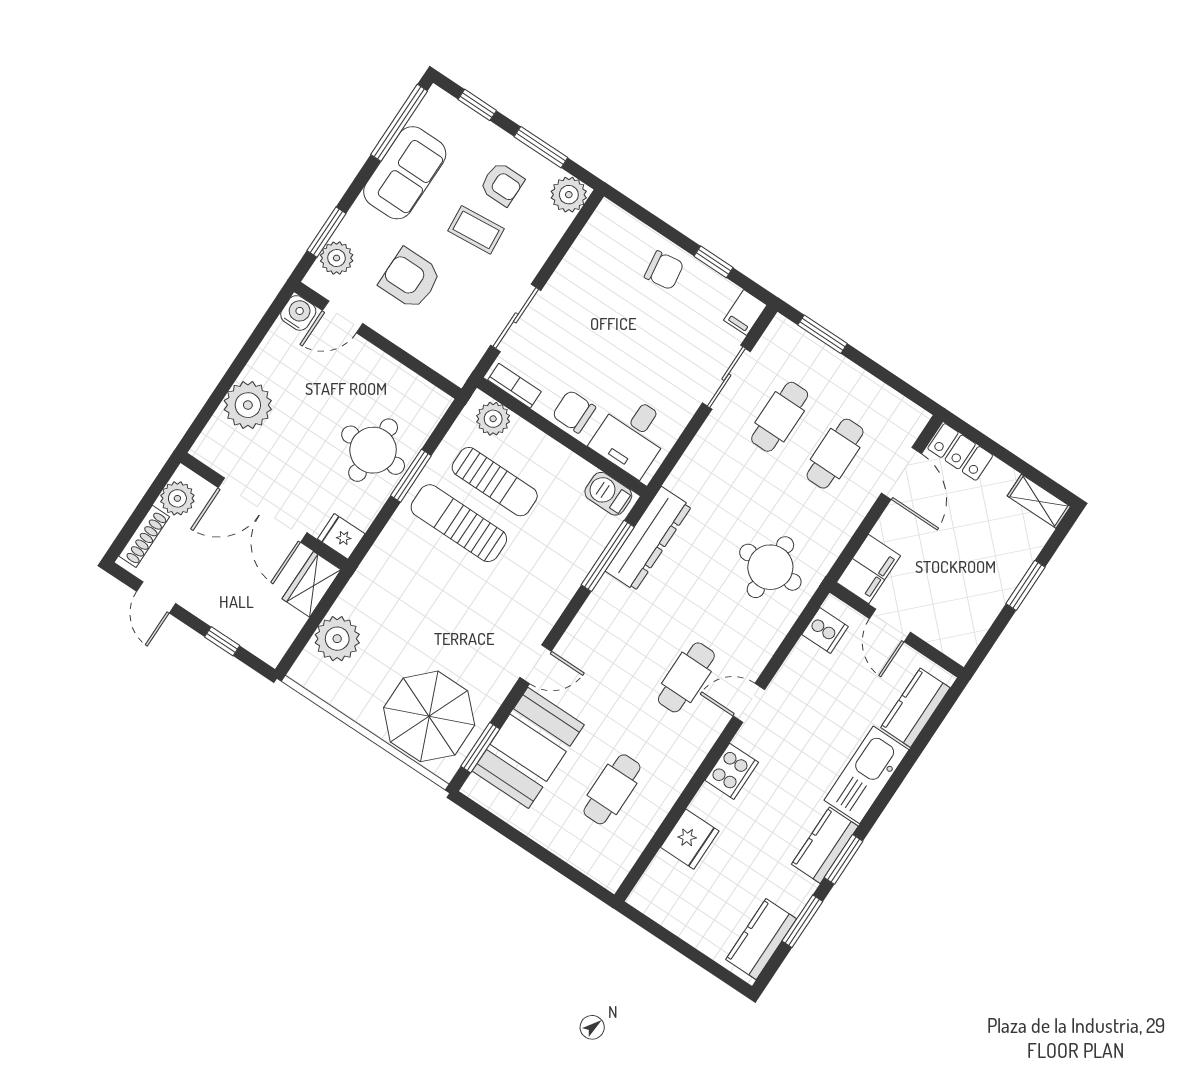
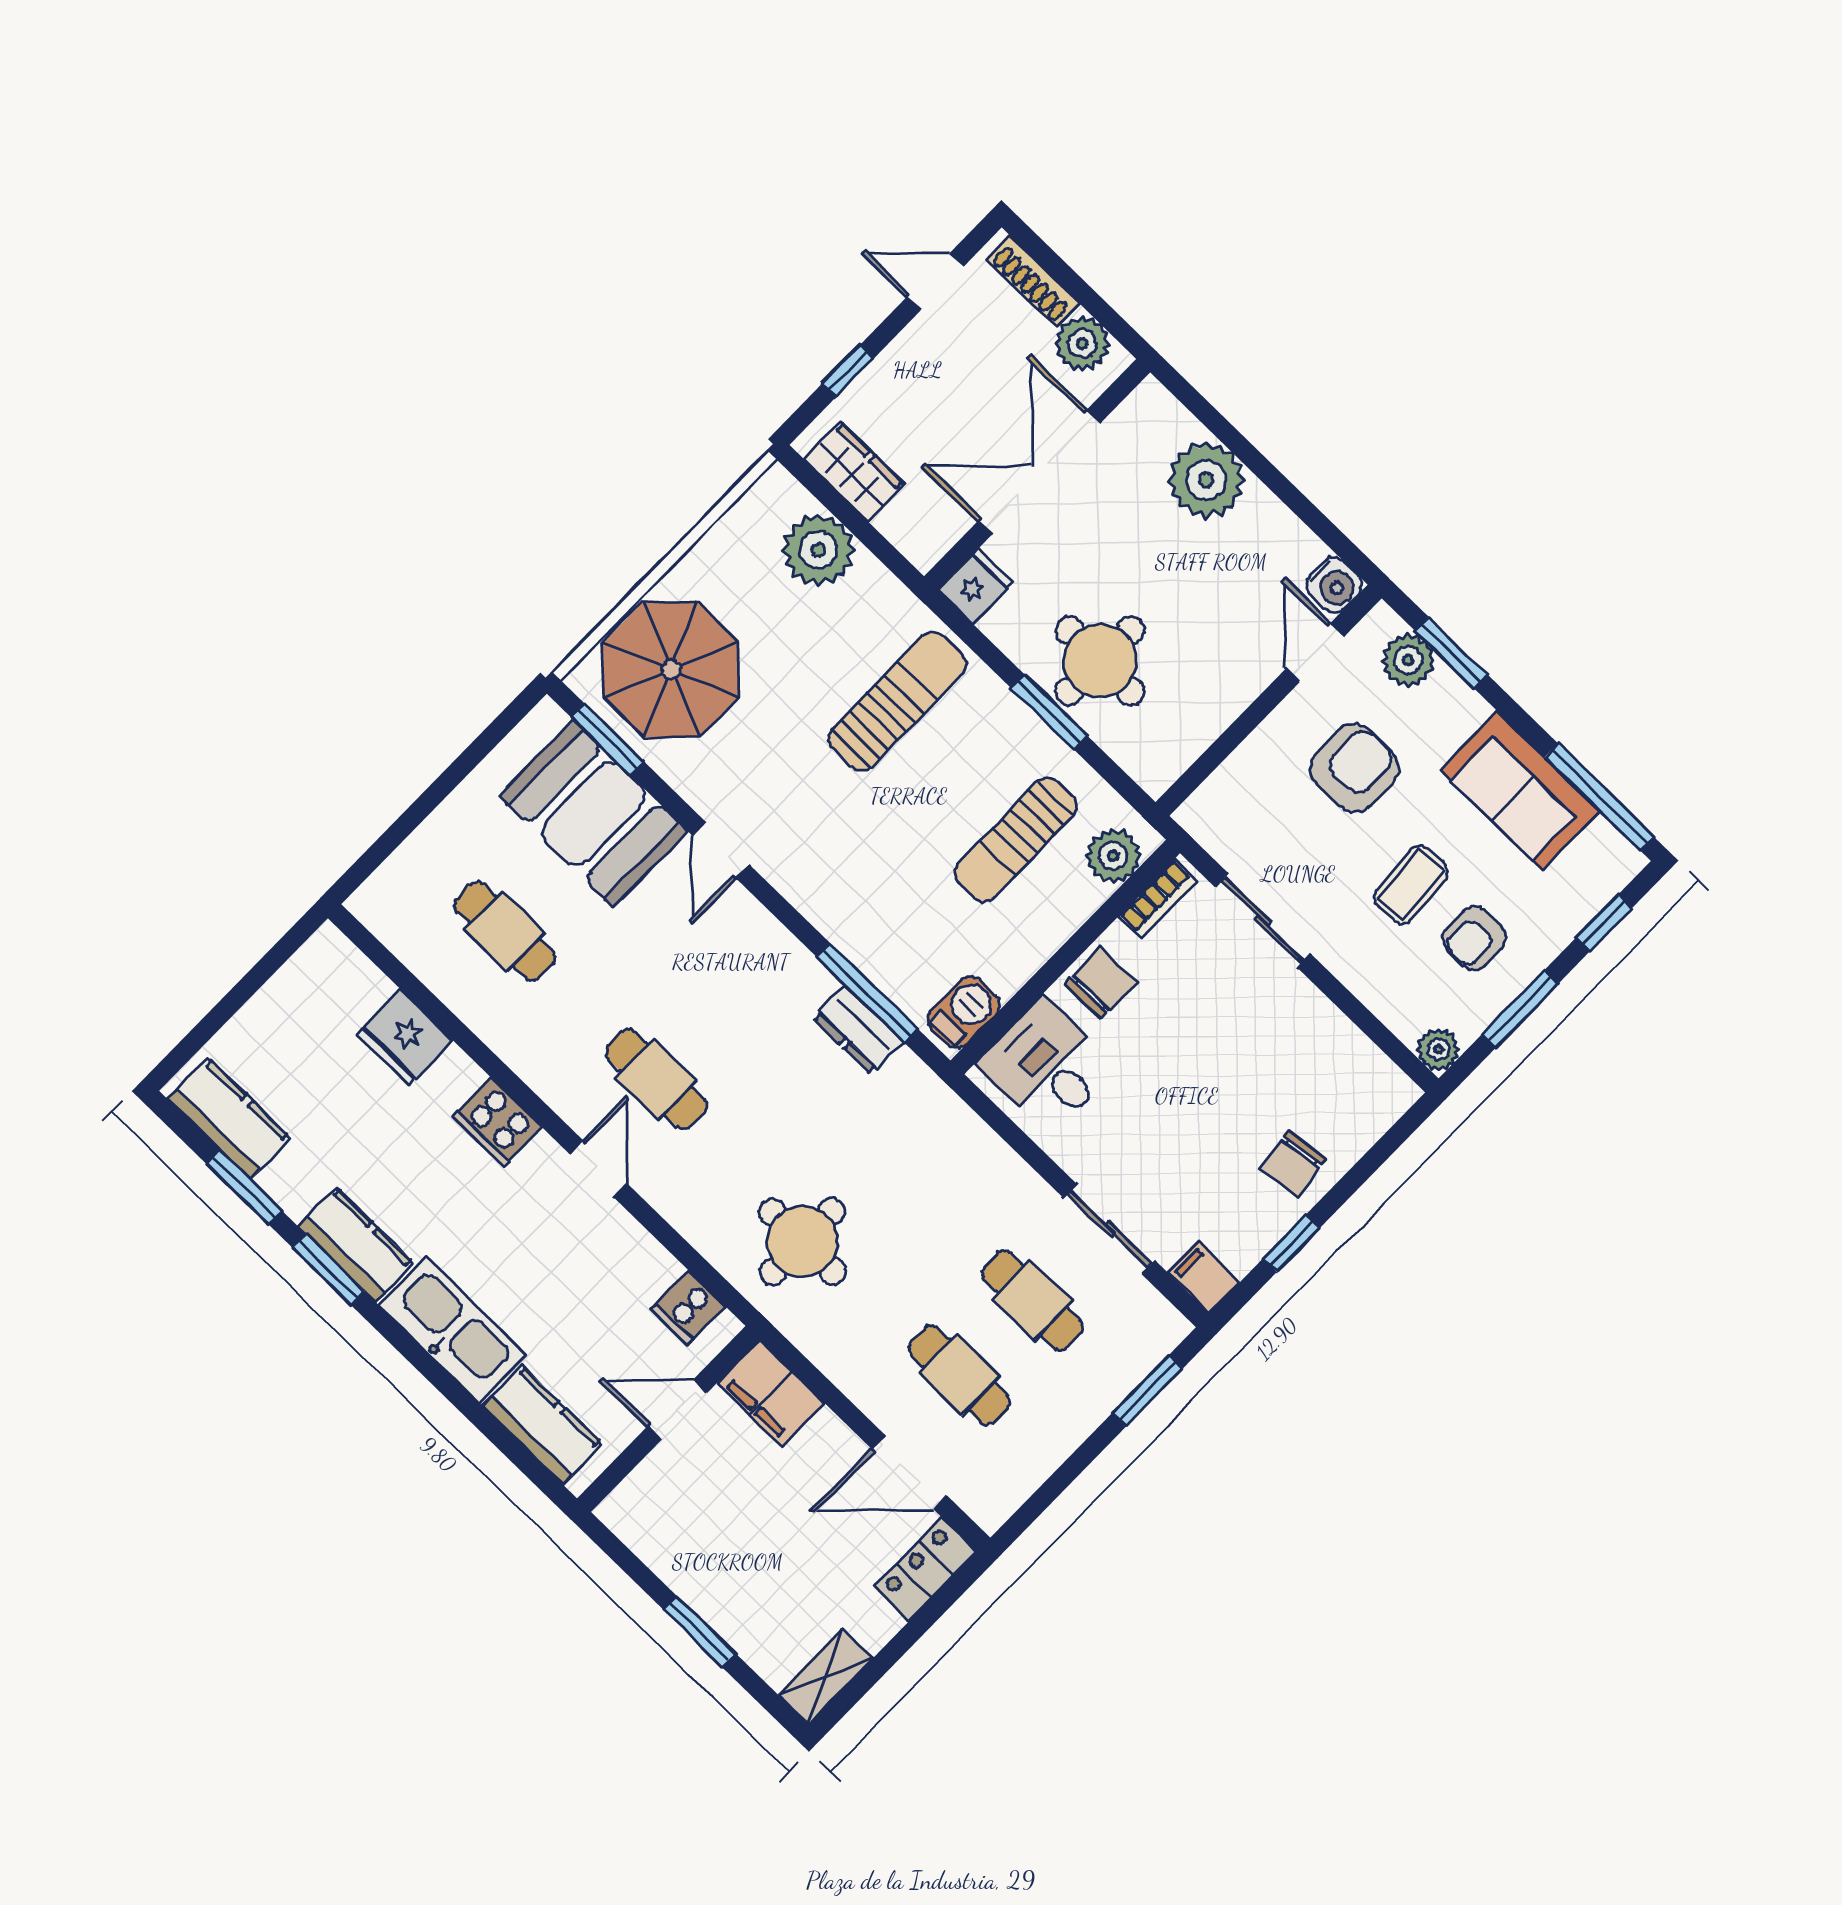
plant: (569, 195) -> (1438, 1049), width x0.73, depth x0.73
sun lounger: (459, 523) -> (897, 701), moved
dresser: (648, 539) -> (858, 1029), width x0.51, depth x0.80
wardrobe: (312, 584) -> (854, 472), moved

